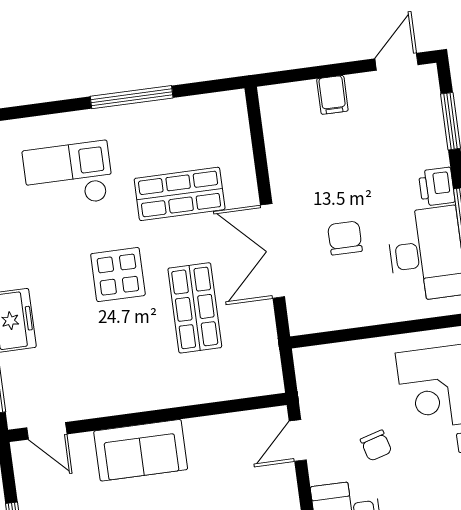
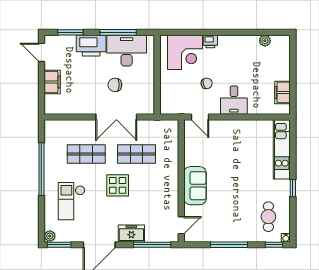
filing cabinet: (332, 95) -> (52, 82), width x2.00
window: (132, 97) -> (41, 169), width x1.46
printer: (437, 187) -> (91, 46), width x1.87, depth x1.48
shop shelf: (180, 194) -> (86, 154), turned 90

